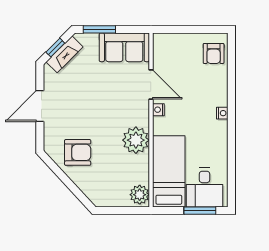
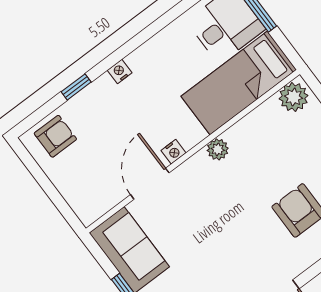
window: (231, 84) -> (76, 87), added
plant: (136, 140) -> (218, 149), width x0.53, depth x0.53

